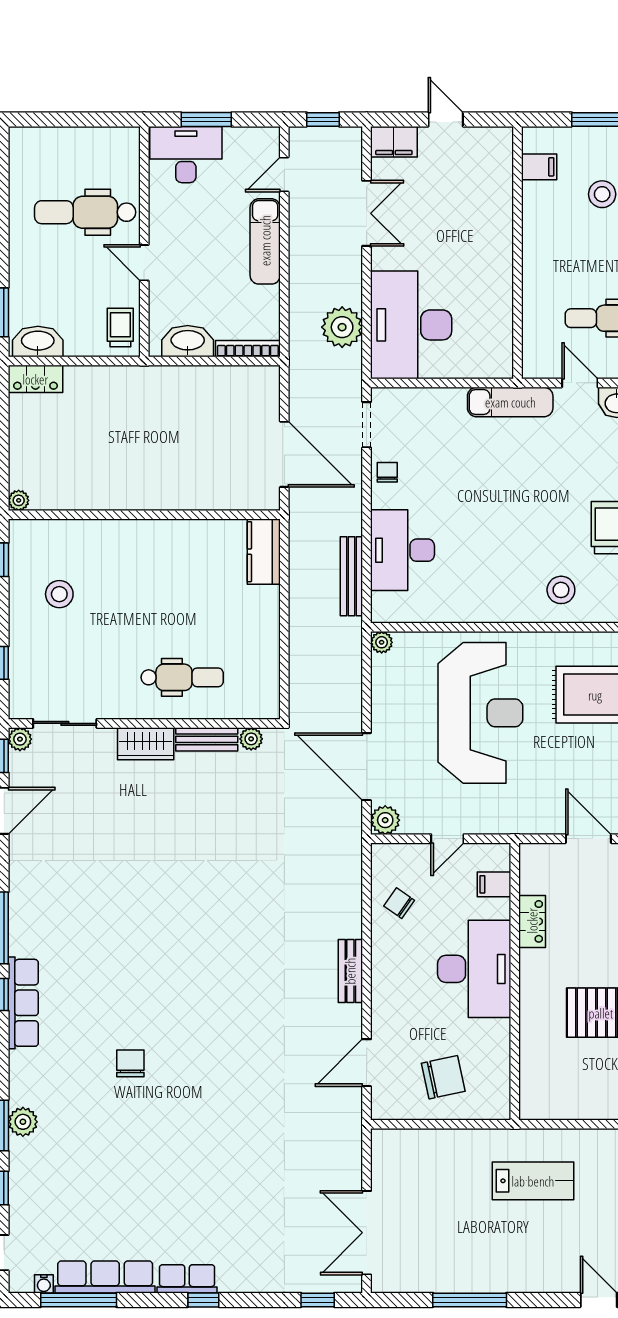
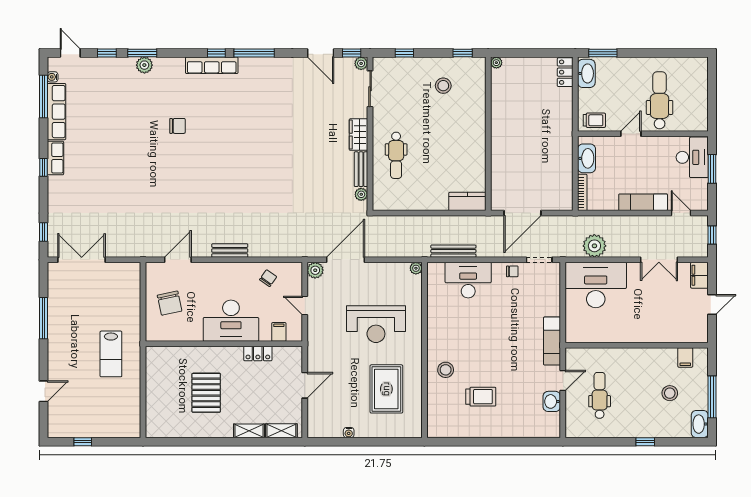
reception desk: (480, 713) -> (376, 324), width x0.74, depth x0.77
door: (367, 1063) -> (178, 260), hinge flipped

